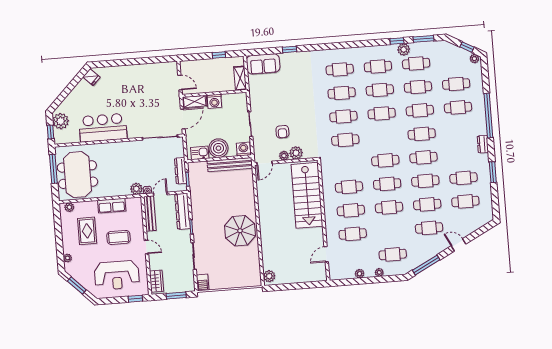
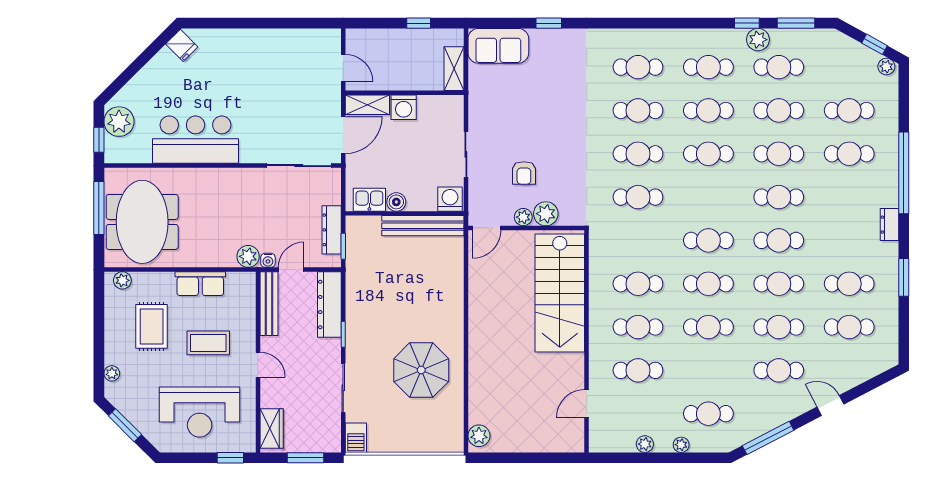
boiler: (218, 148) -> (396, 202), width x0.54, depth x0.54
parasol: (240, 231) -> (421, 370), moved

